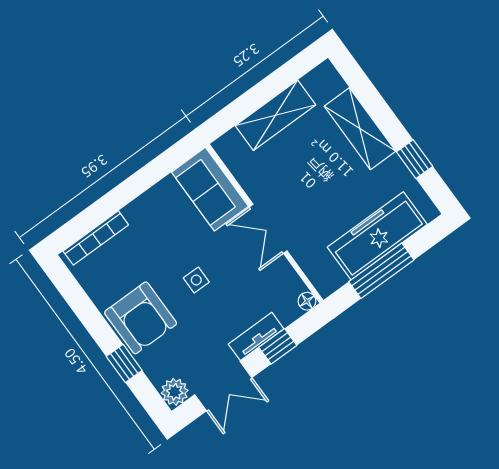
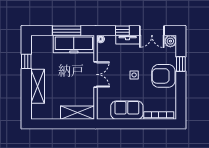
shelving: (275, 115) -> (78, 113), moved
sofa: (210, 189) -> (127, 110), moved, turned -90
freezer: (377, 236) -> (74, 44), moved
armchair: (141, 318) -> (163, 76), turned -90
double door: (223, 386) -> (152, 31), swing flipped

